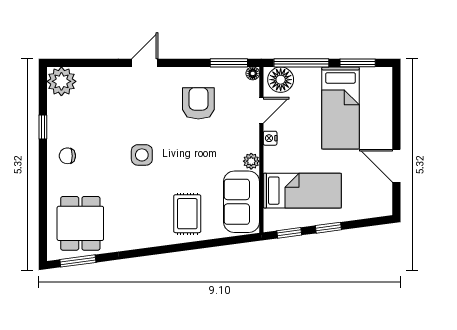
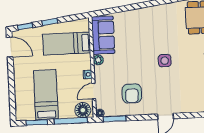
door: (396, 166) -> (10, 47), moved
rug: (187, 214) -> (135, 26), removed
window: (289, 233) -> (25, 26), moved

